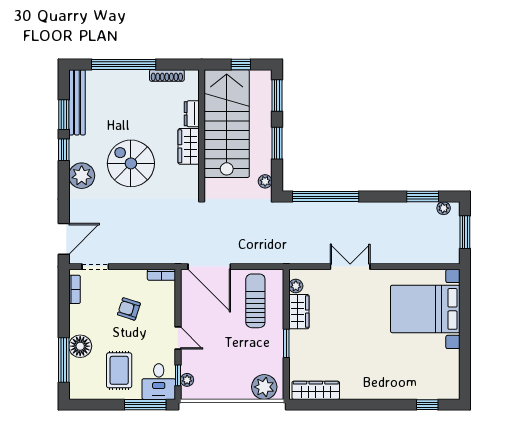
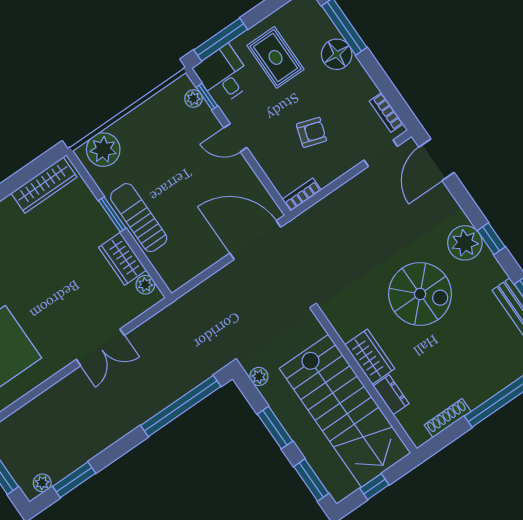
window: (64, 150) -> (491, 239), moved
sun lounger: (255, 301) -> (139, 218), moved, turned 180

